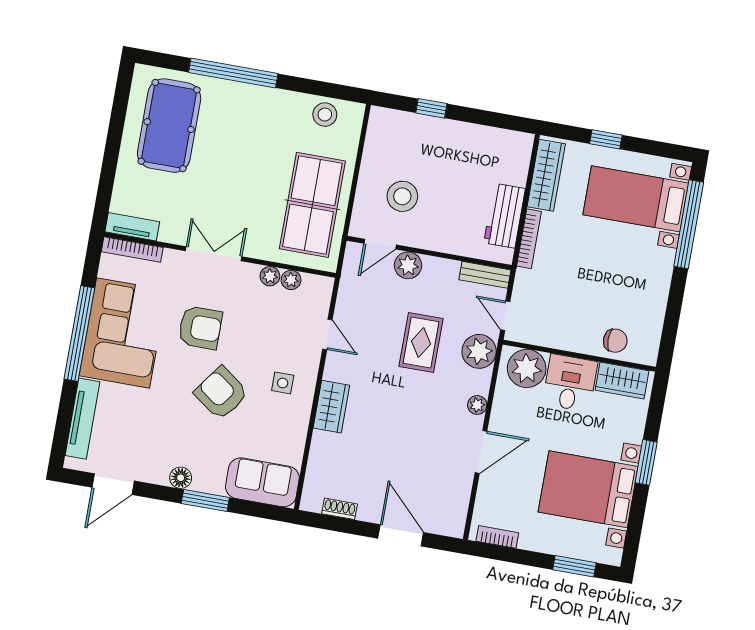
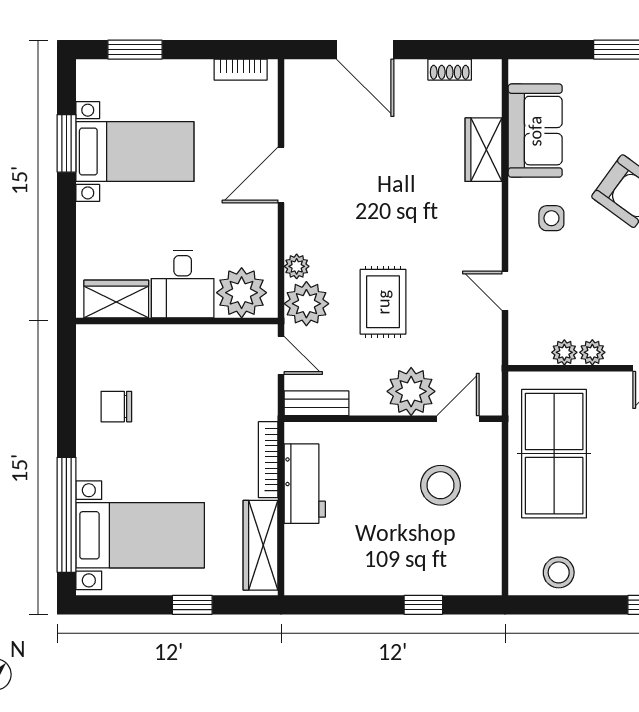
plant: (408, 265) -> (411, 391), width x1.36, depth x1.36
chair: (615, 341) -> (116, 407), moved
plant: (477, 405) -> (297, 266), moved
wardrobe: (331, 407) -> (484, 150), moved
window: (646, 462) -> (66, 143), moved
sofa: (262, 482) -> (535, 131), moved, turned -90
bed with nightstands: (588, 489) -> (135, 152), width x0.73

